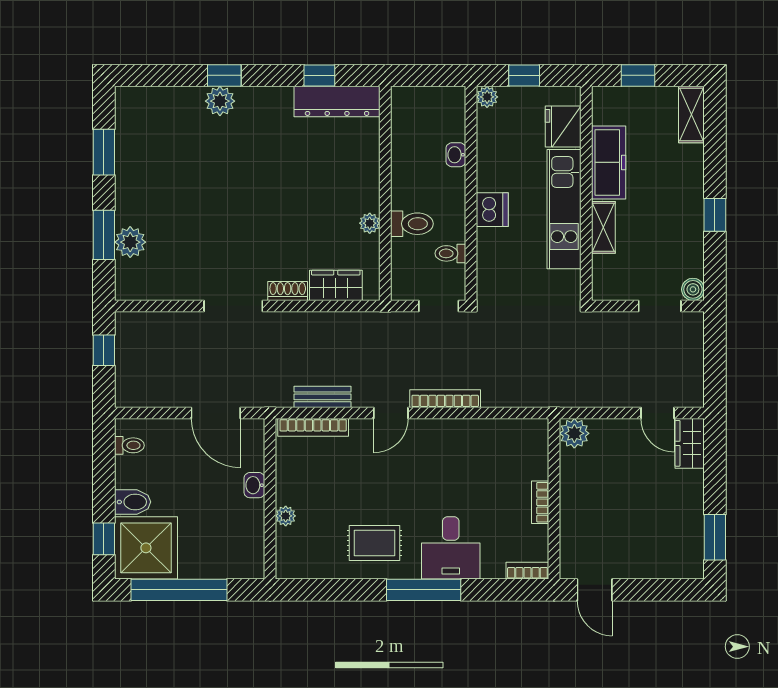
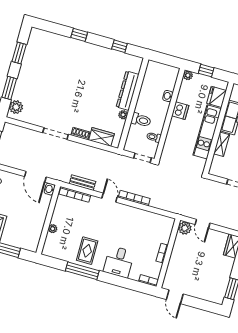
plant: (220, 101) -> (74, 45), removed
dresser: (337, 101) -> (128, 91), moved, turned 90
dishwasher: (492, 210) -> (180, 111), moved
plant: (130, 242) -> (16, 107), moved
door: (391, 413) -> (110, 198), swing flipped
door: (657, 413) -> (203, 224), moved
washbasin: (254, 485) -> (50, 189), moved
rug: (374, 543) -> (87, 251), turned 90
window: (424, 590) -> (82, 271), moved

